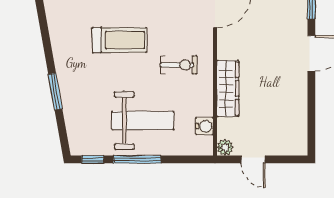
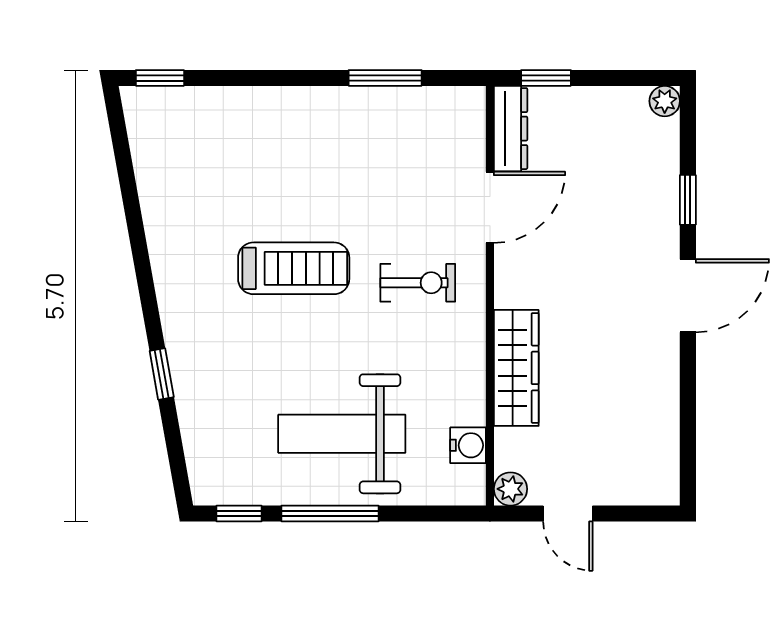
exercise bike: (179, 65) -> (418, 283), moved
window: (55, 91) -> (162, 374), width x0.67
weight bench: (143, 121) -> (342, 434), turned 180

